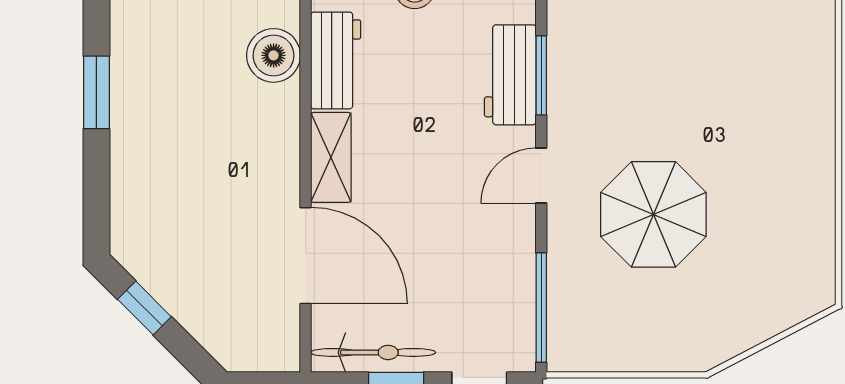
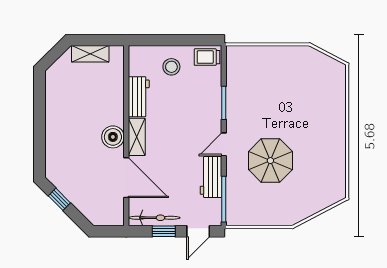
boiler: (274, 55) -> (113, 137), moved
workbench: (510, 75) -> (211, 177), moved
window: (96, 92) -> (39, 110), removed

